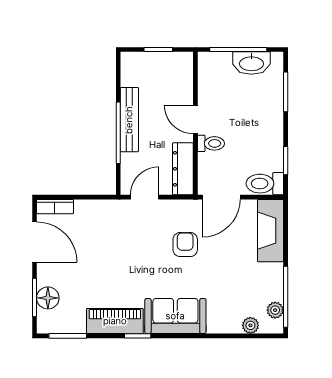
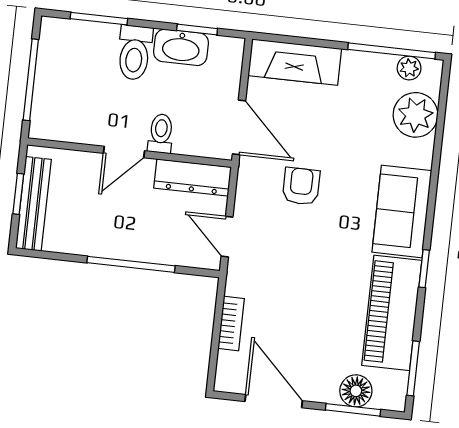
washbasin: (251, 63) -> (181, 47), moved, turned 90
bench: (129, 120) -> (33, 204), moved, turned 90
toilet: (265, 184) -> (135, 53), moved
bookcase: (55, 207) -> (231, 323), moved
door: (34, 242) -> (274, 401), hinge flipped
armchair: (185, 245) -> (301, 186), turned 90
piano: (115, 321) -> (392, 313), width x1.37, depth x1.33
plant: (250, 325) -> (415, 115), width x1.88, depth x1.88

